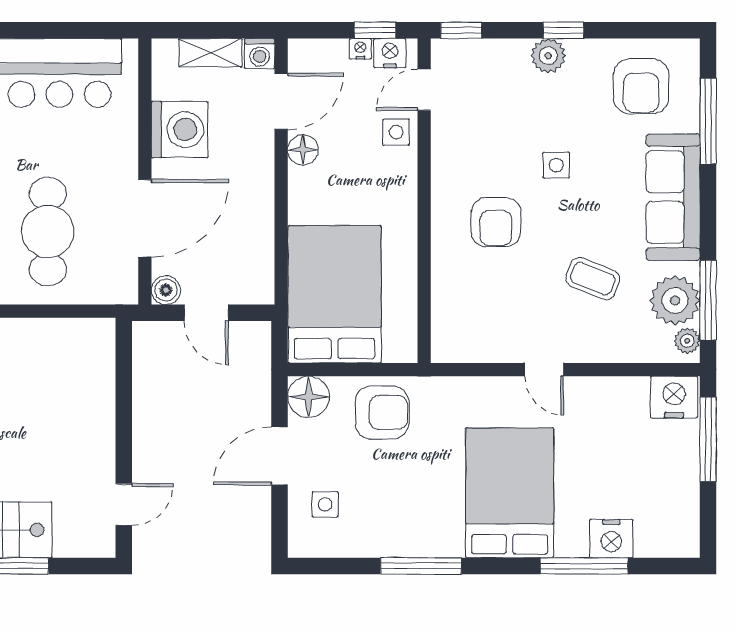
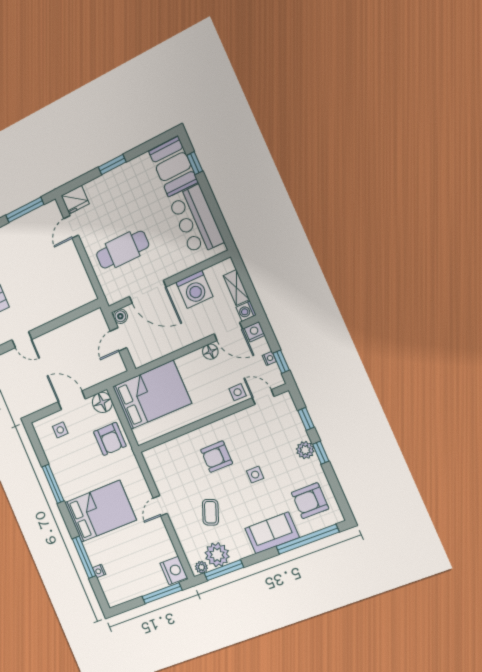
window: (461, 30) -> (306, 419), moved
nightstand: (390, 53) -> (255, 332), moved, turned -90
window: (708, 121) -> (307, 539), width x1.46
sofa: (673, 197) -> (272, 533), width x0.73
nightstand: (611, 539) -> (99, 571), width x0.53, depth x0.56

